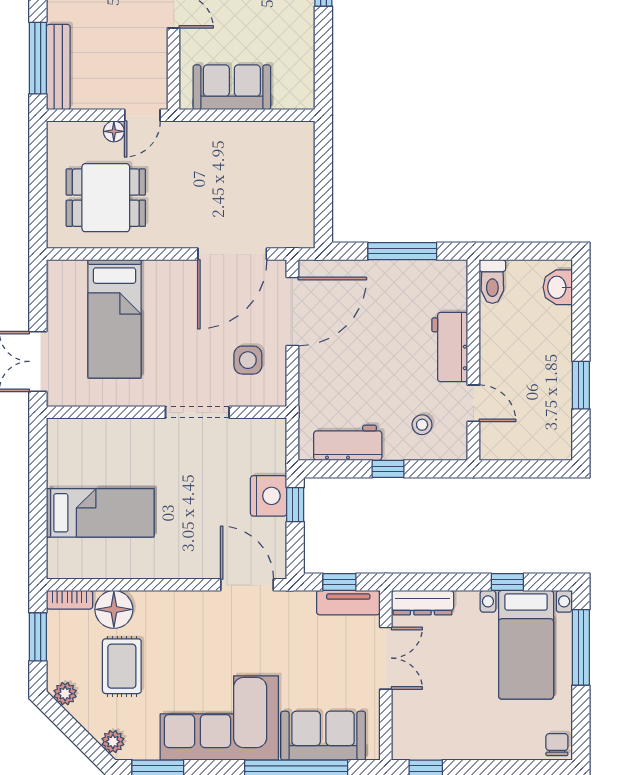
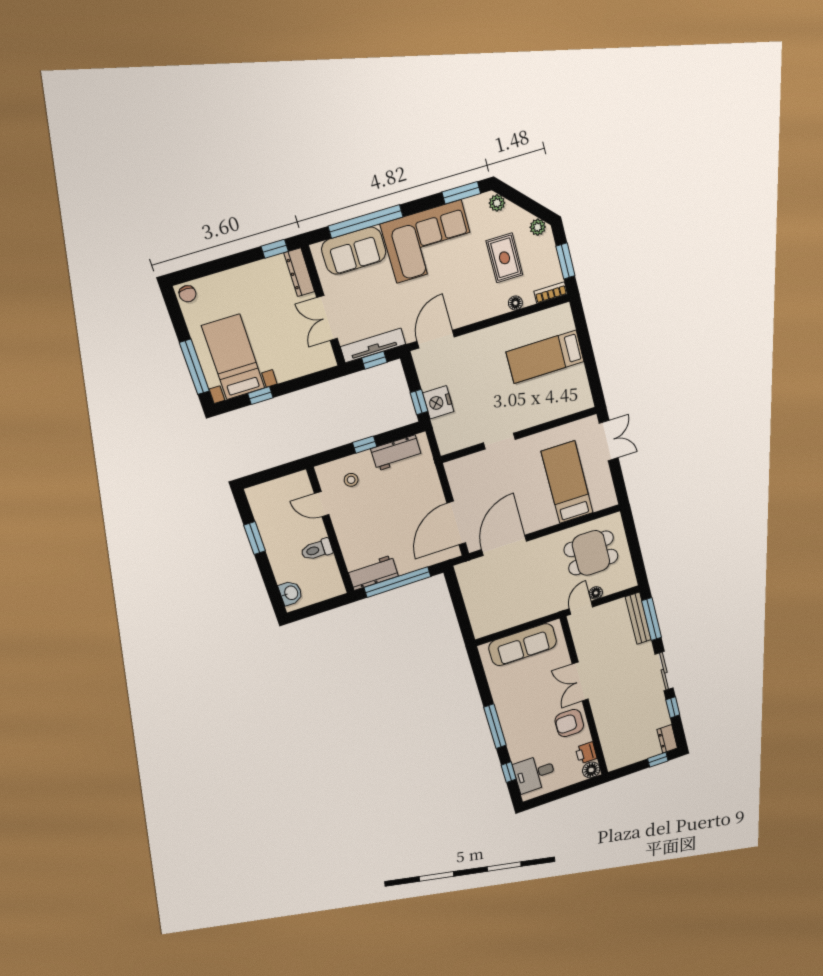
sofa: (232, 87) -> (523, 645), width x1.36
window: (402, 251) -> (397, 582), width x1.46
toilet: (492, 282) -> (317, 550), moved, turned -90
workbench: (450, 347) -> (373, 573), moved, turned -90
side table: (248, 360) -> (476, 484), removed
doorway: (197, 412) -> (499, 441), width x0.73
door: (247, 585) -> (436, 339), swing flipped
tv unit: (348, 603) -> (373, 345), width x1.41
dresser: (422, 603) -> (299, 272), moved, turned -90
floor lamp: (114, 609) -> (515, 303), width x0.53, depth x0.53

